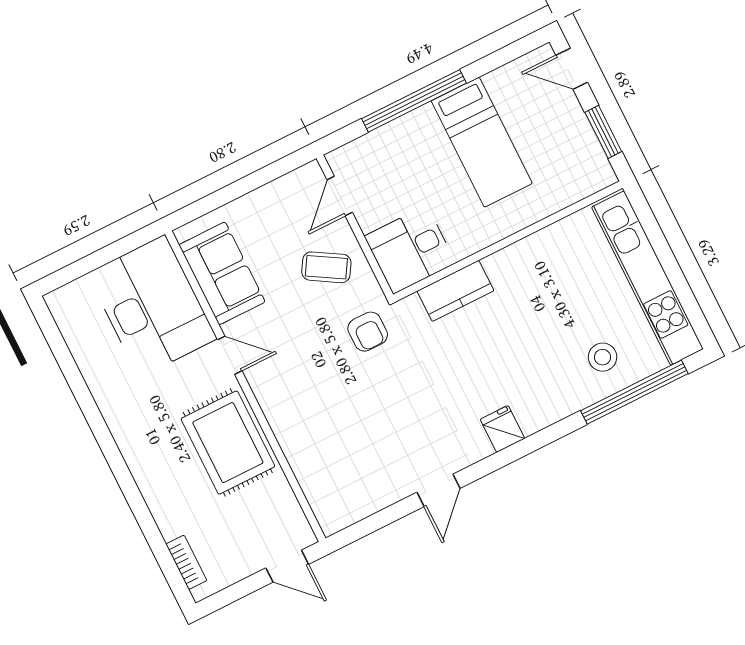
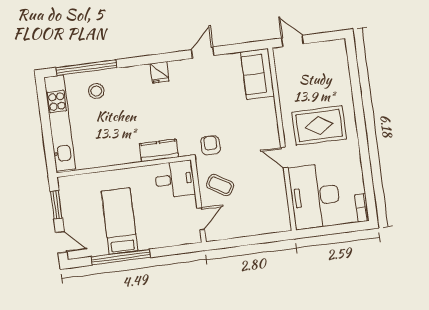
window: (414, 101) -> (121, 257), moved
sofa: (222, 273) -> (257, 74), moved
rug: (228, 443) -> (319, 125), moved, turned 90
bookcase: (186, 562) -> (362, 208), moved

